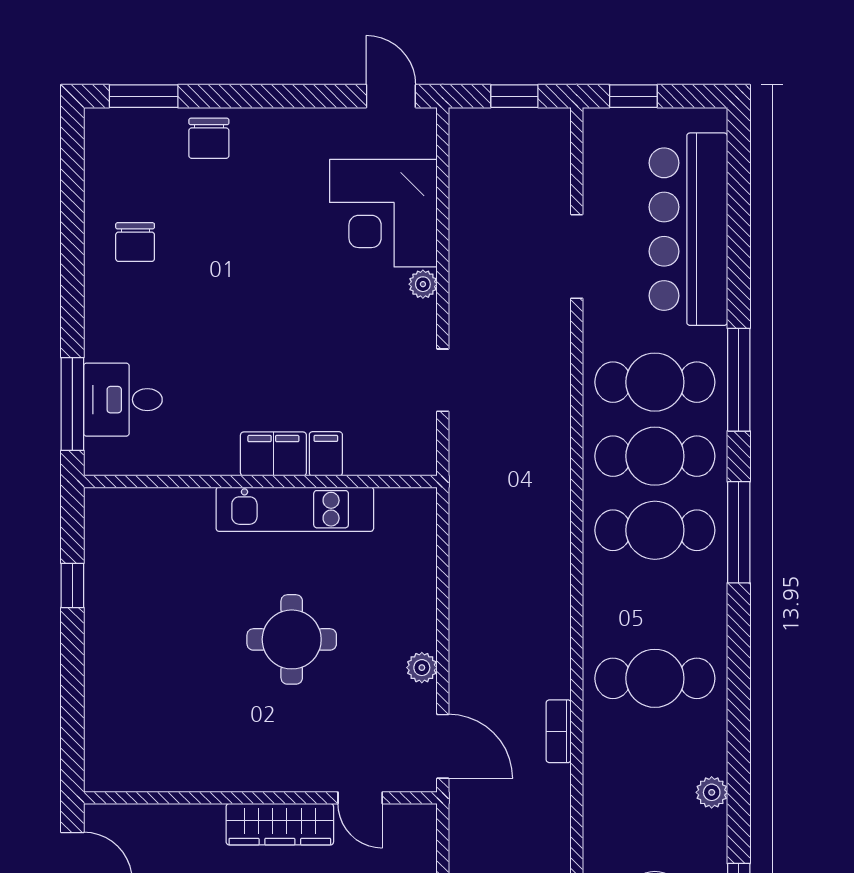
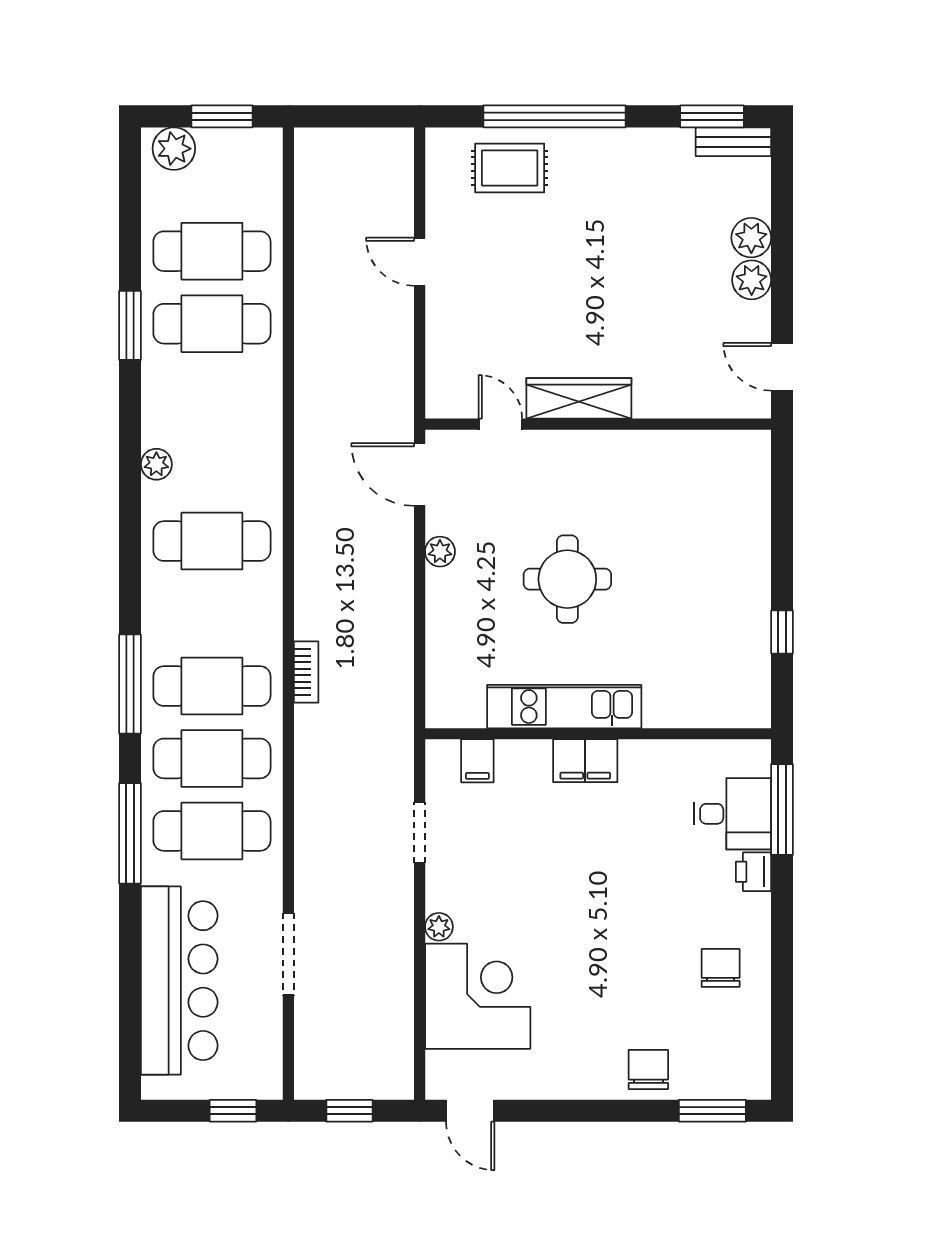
printer: (101, 340) -> (753, 872), added
filing cabinet: (326, 454) -> (477, 761), moved
bookcase: (559, 731) -> (306, 672), moved
plant: (712, 792) -> (156, 464), moved

